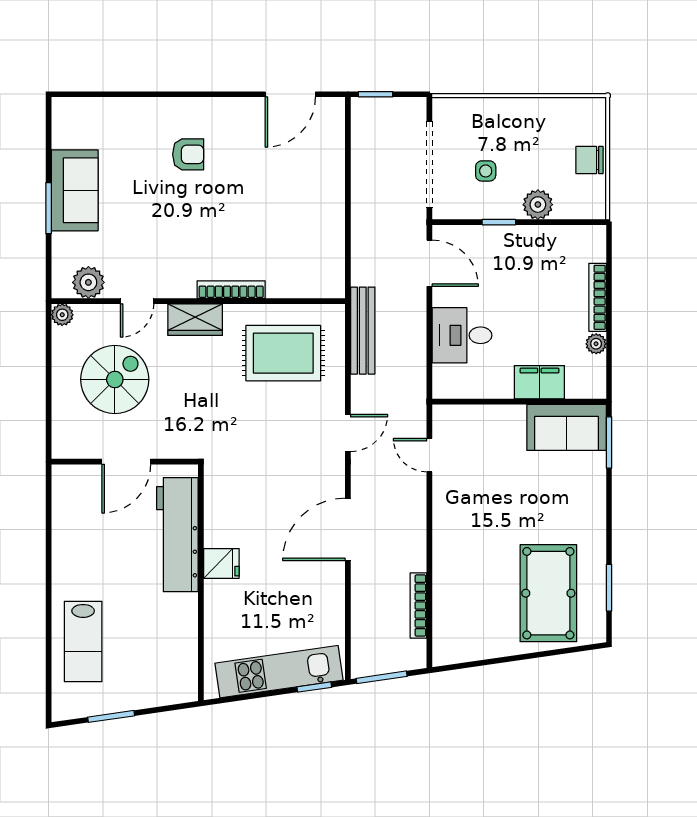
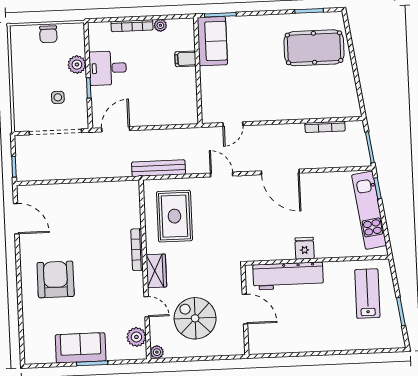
armchair: (188, 154) -> (56, 279), width x1.88, depth x1.88
desk: (462, 335) -> (108, 68), moved, turned 90
filing cabinet: (539, 382) -> (185, 59), width x0.50
lab bench: (83, 641) -> (367, 294), moved, turned -90

